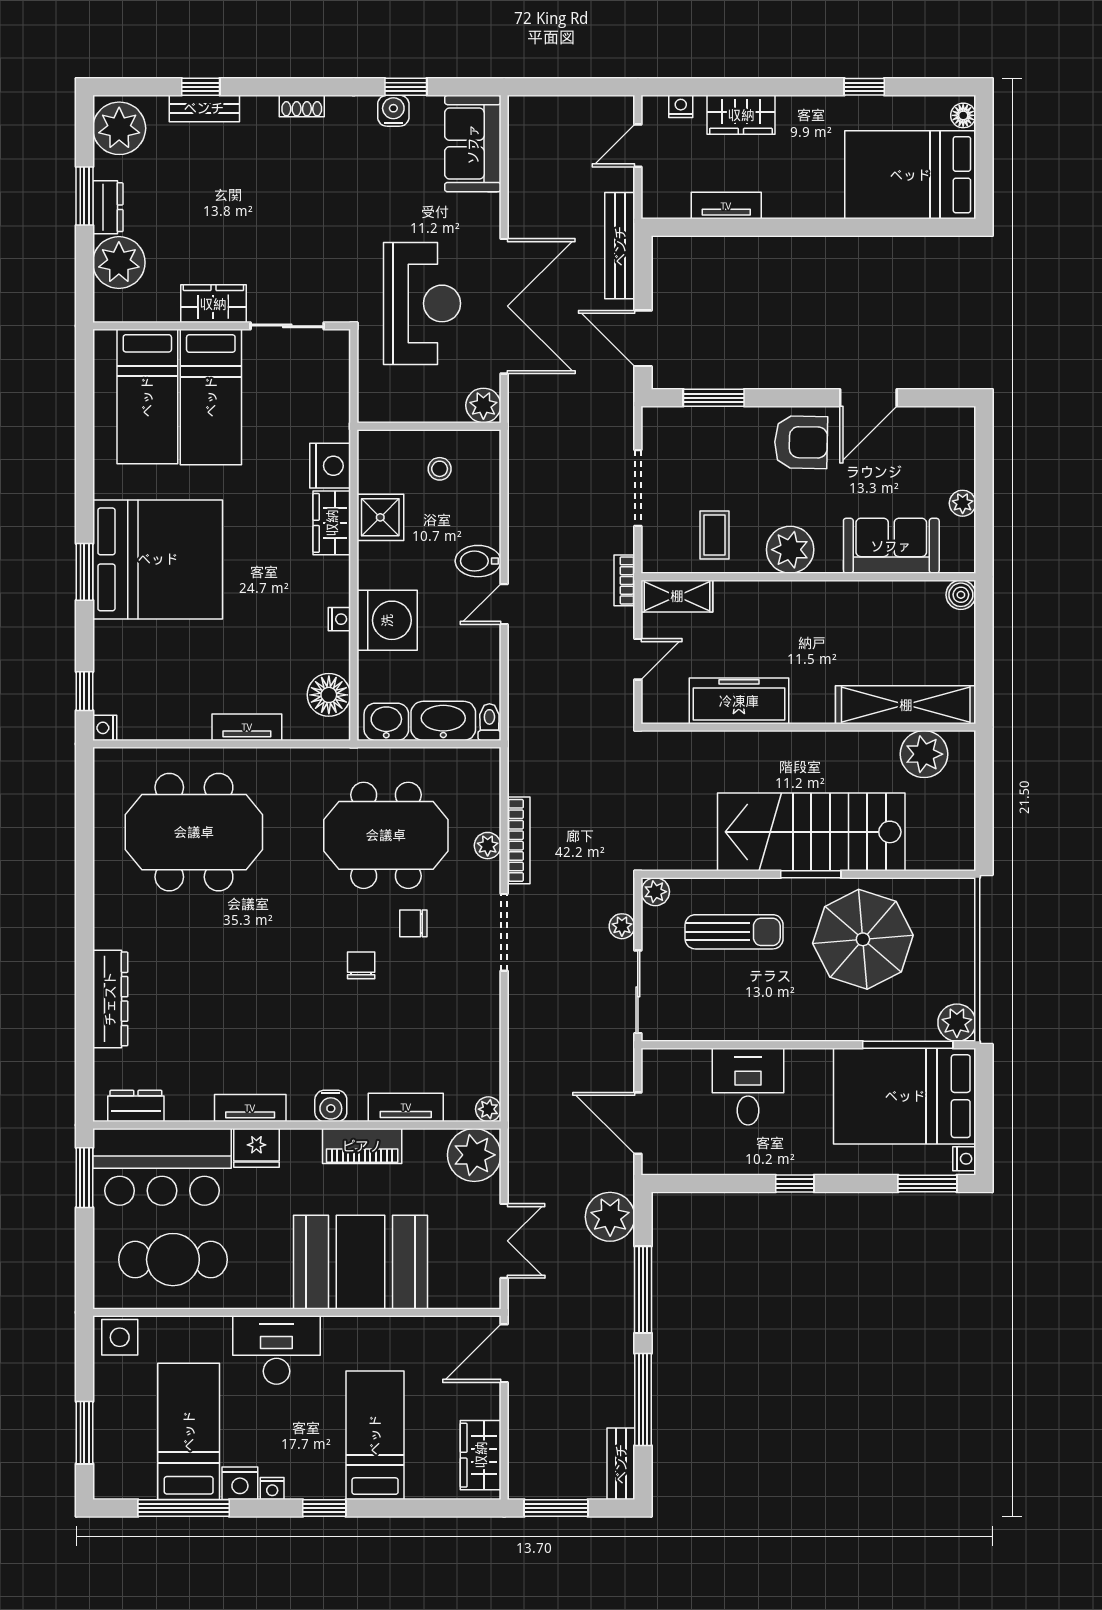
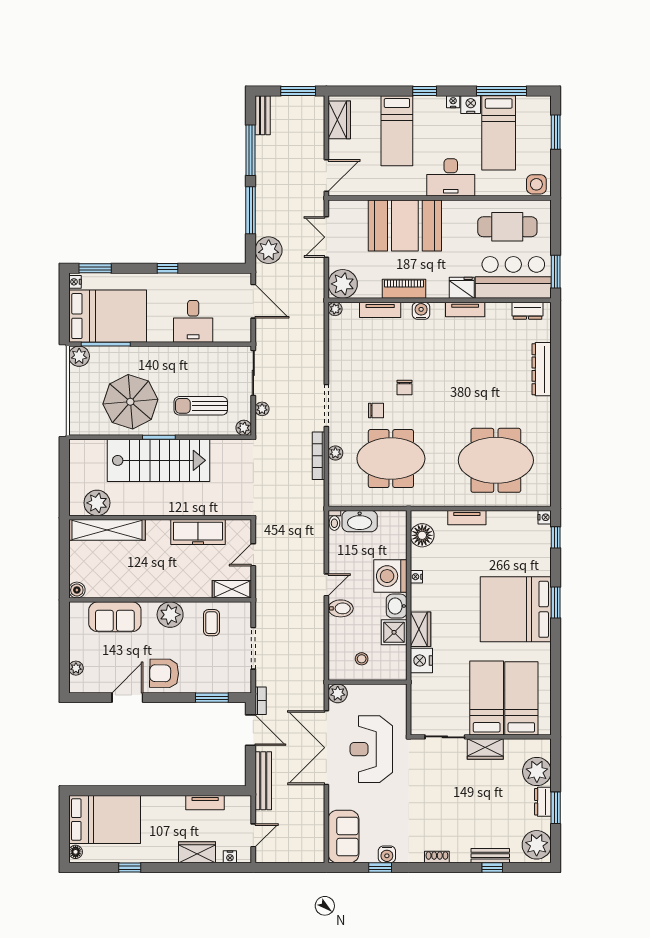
plant: (963, 503) -> (76, 668), moved
bookcase: (624, 580) -> (261, 701), moved
washbasin: (386, 722) -> (397, 606), moved, turned 90

